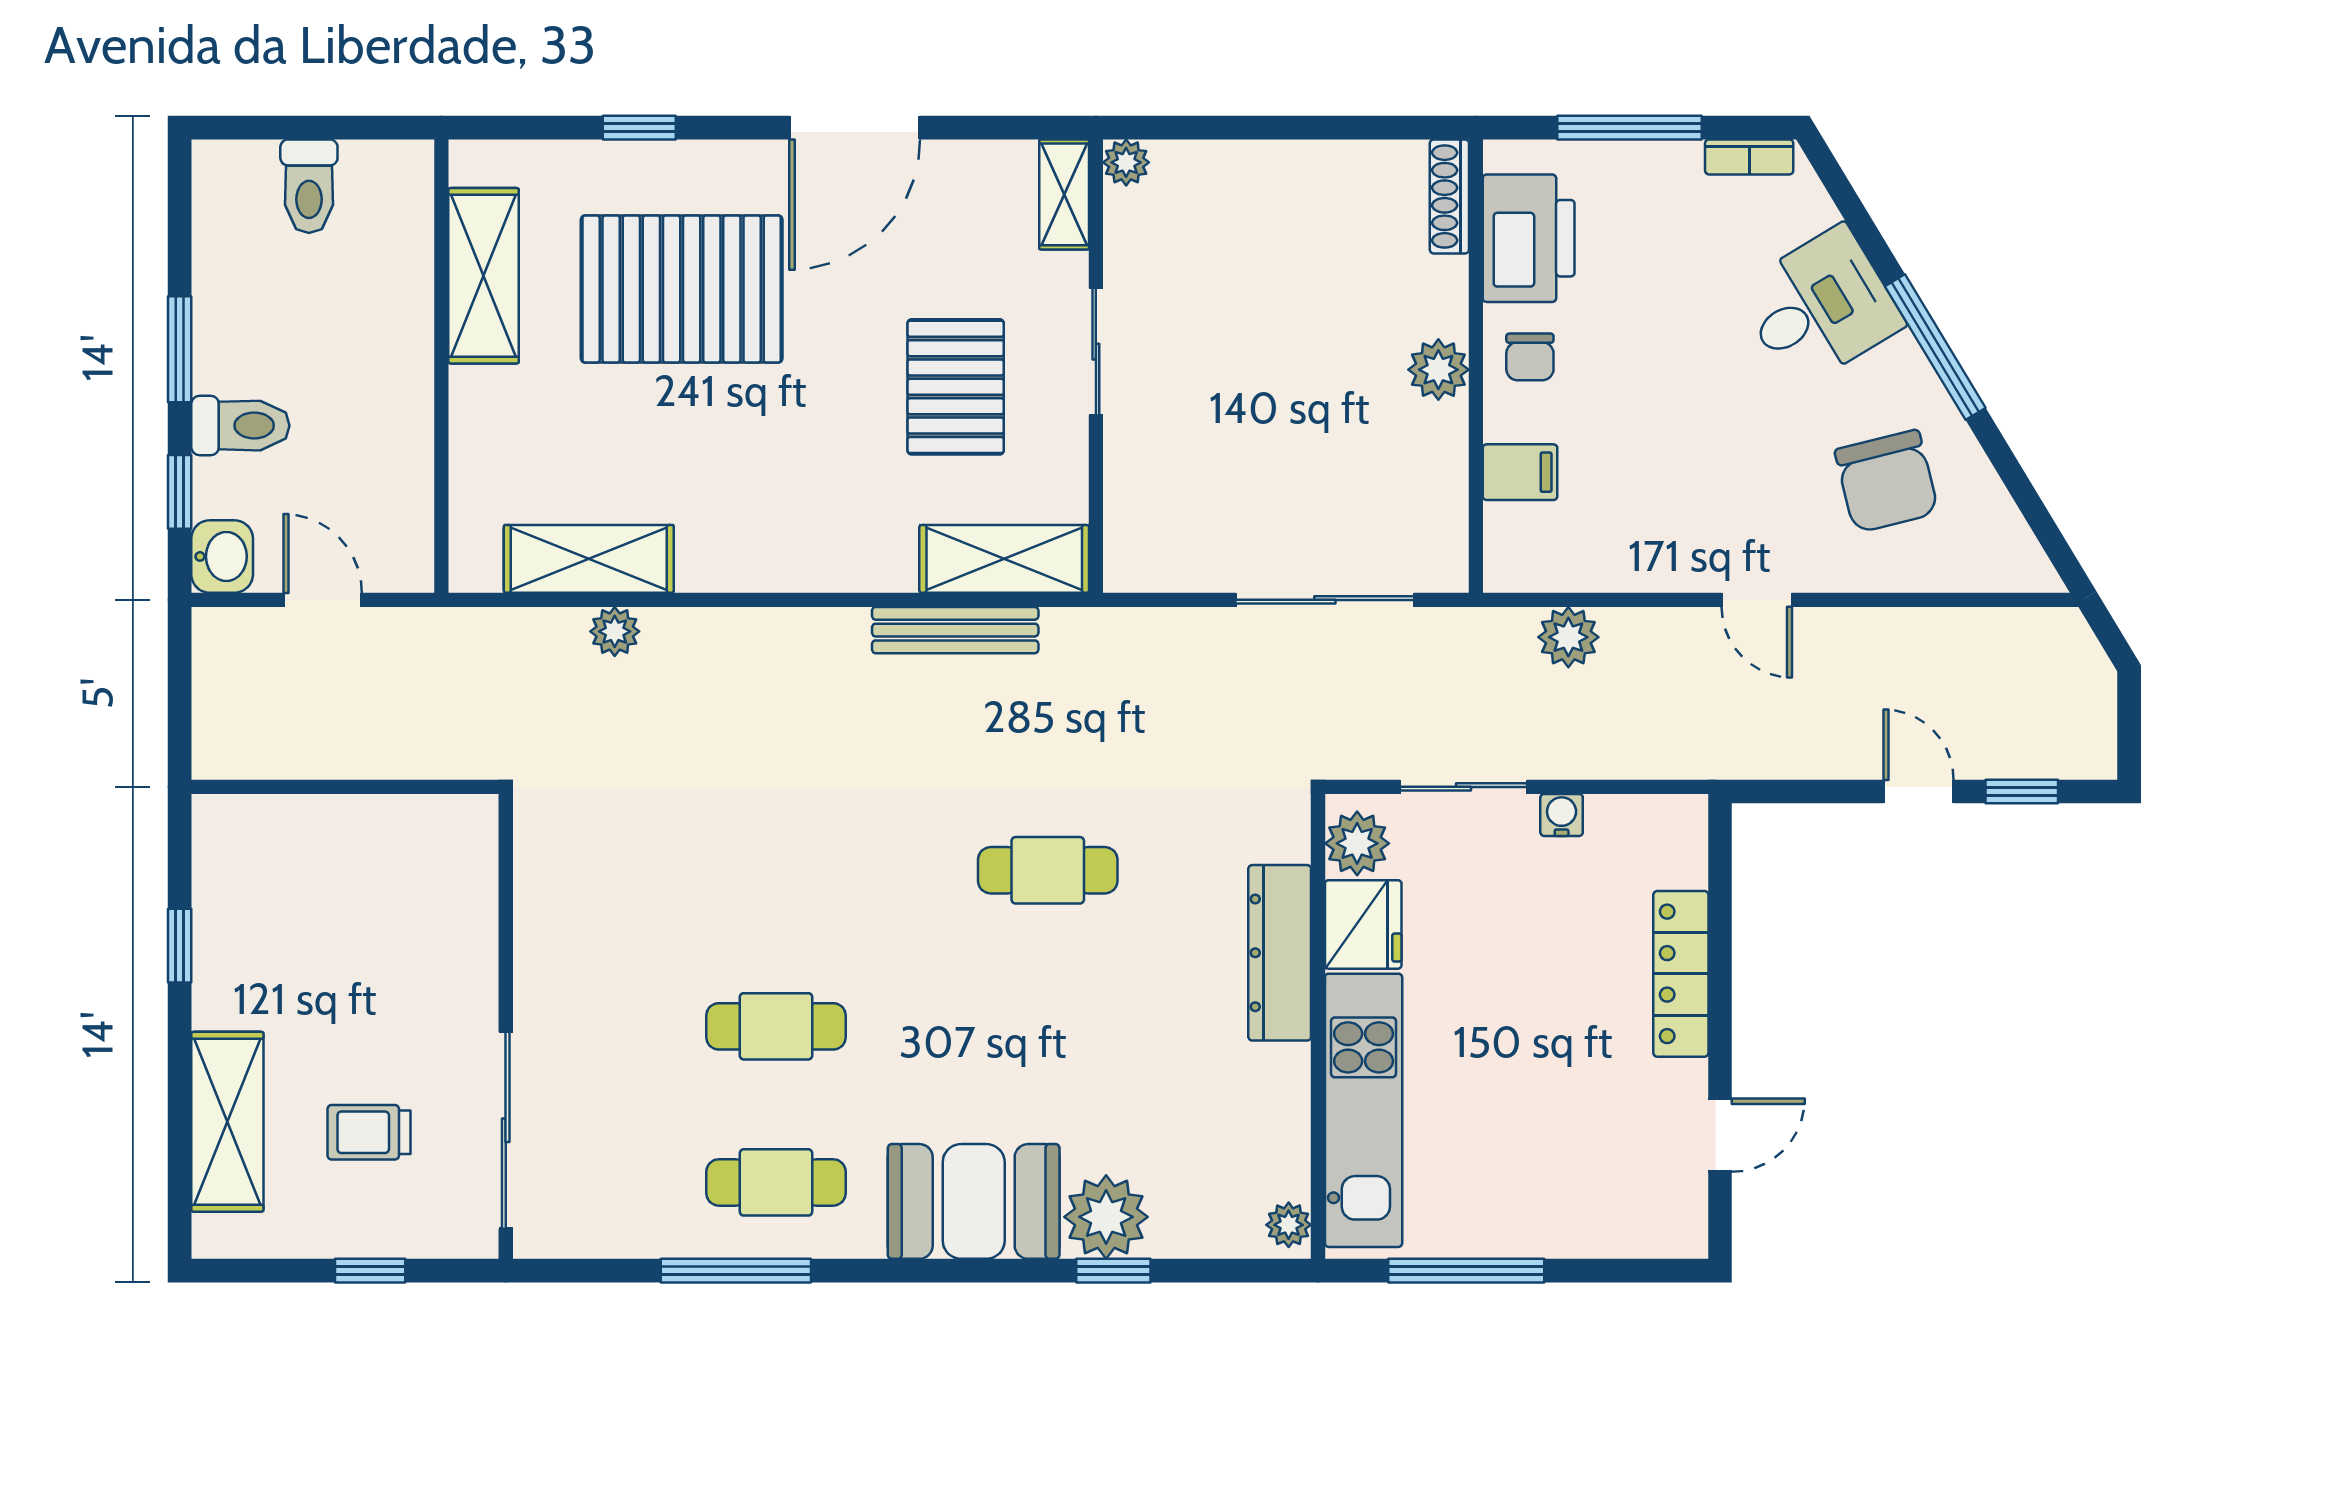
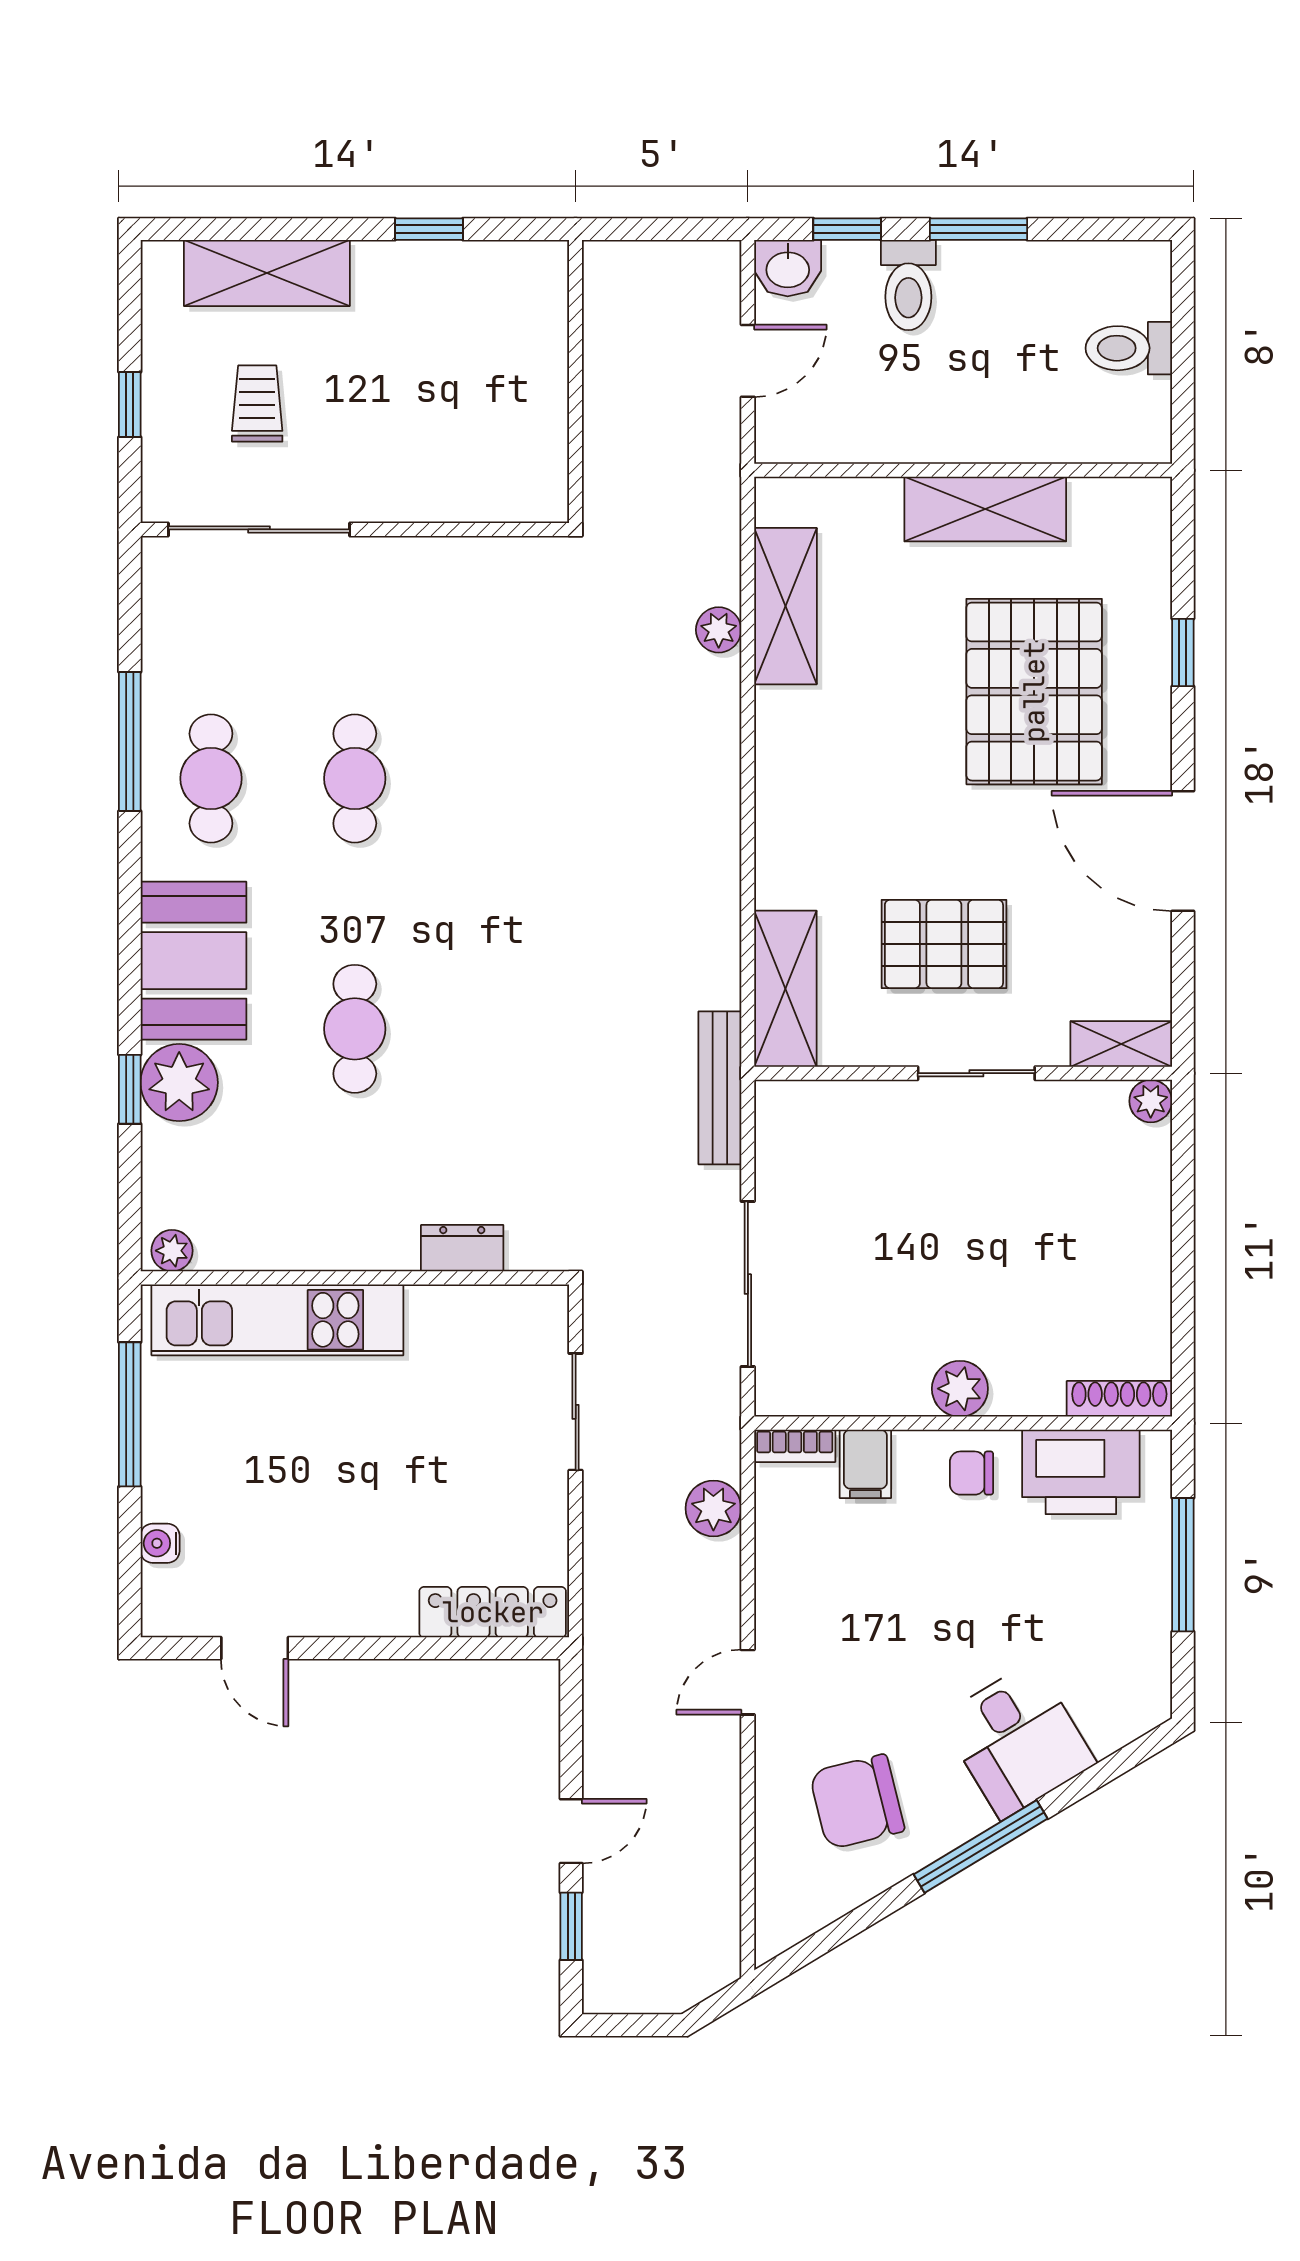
bookcase: (1749, 157) -> (795, 1446), moved, turned -90
shelving: (484, 276) -> (985, 509), moved
bench: (955, 630) -> (720, 1088), moved
water cooler: (1562, 815) -> (160, 1543), moved, turned 180
plant: (1357, 843) -> (523, 1314), removed
cafe table: (1048, 870) -> (355, 1029), moved
fridge: (1363, 924) -> (449, 1320), removed
dresser: (1280, 953) -> (462, 1248), width x0.51, depth x0.80
locker: (1681, 974) -> (493, 1612), moved

